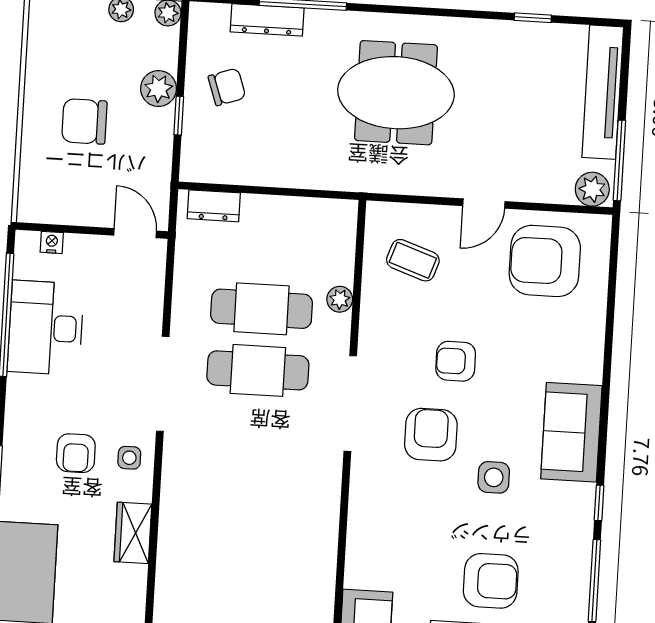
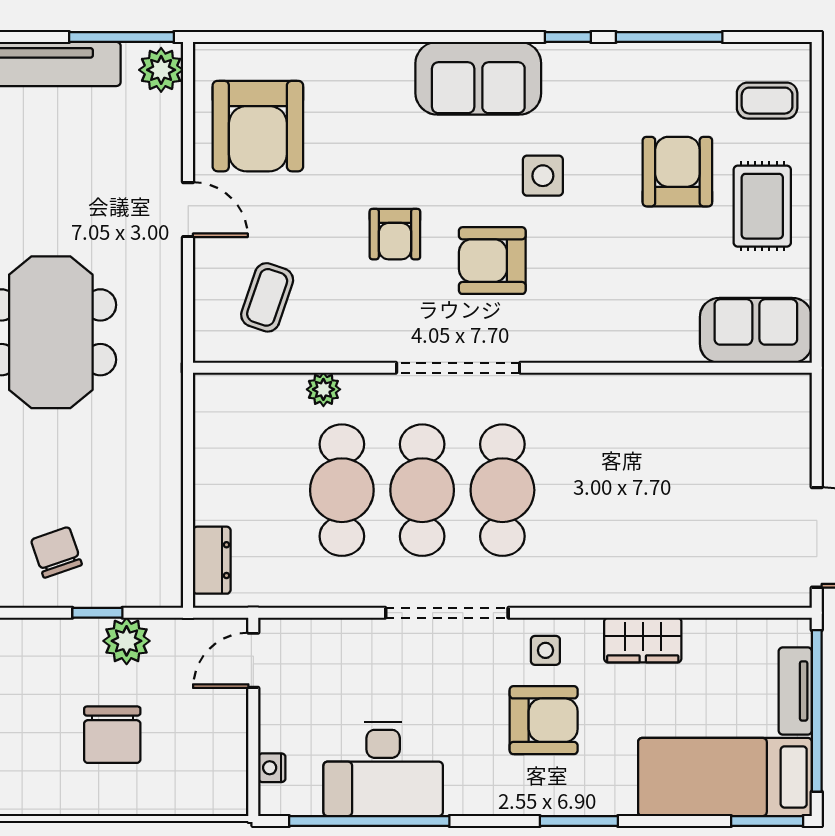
plant: (159, 89) -> (127, 641), moved
cafe table: (254, 432) -> (502, 490), added
armchair: (76, 453) -> (544, 720), width x1.38, depth x1.38

